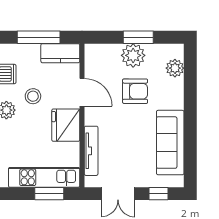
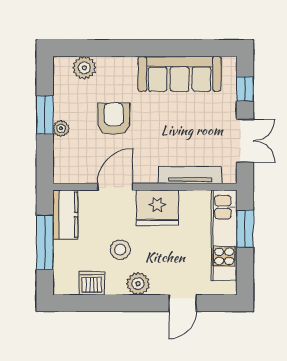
plant: (133, 55) -> (61, 128), width x0.53, depth x0.53

